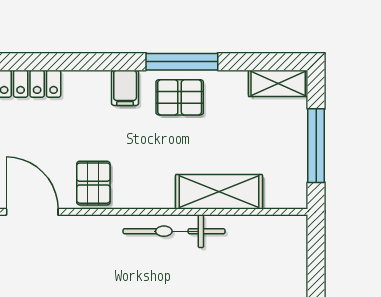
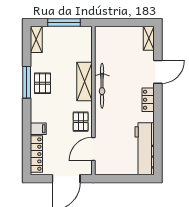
filing cabinet: (125, 88) -> (38, 129), moved
pallet: (93, 183) -> (81, 122), turned 90
shelving: (219, 192) -> (85, 82), moved

